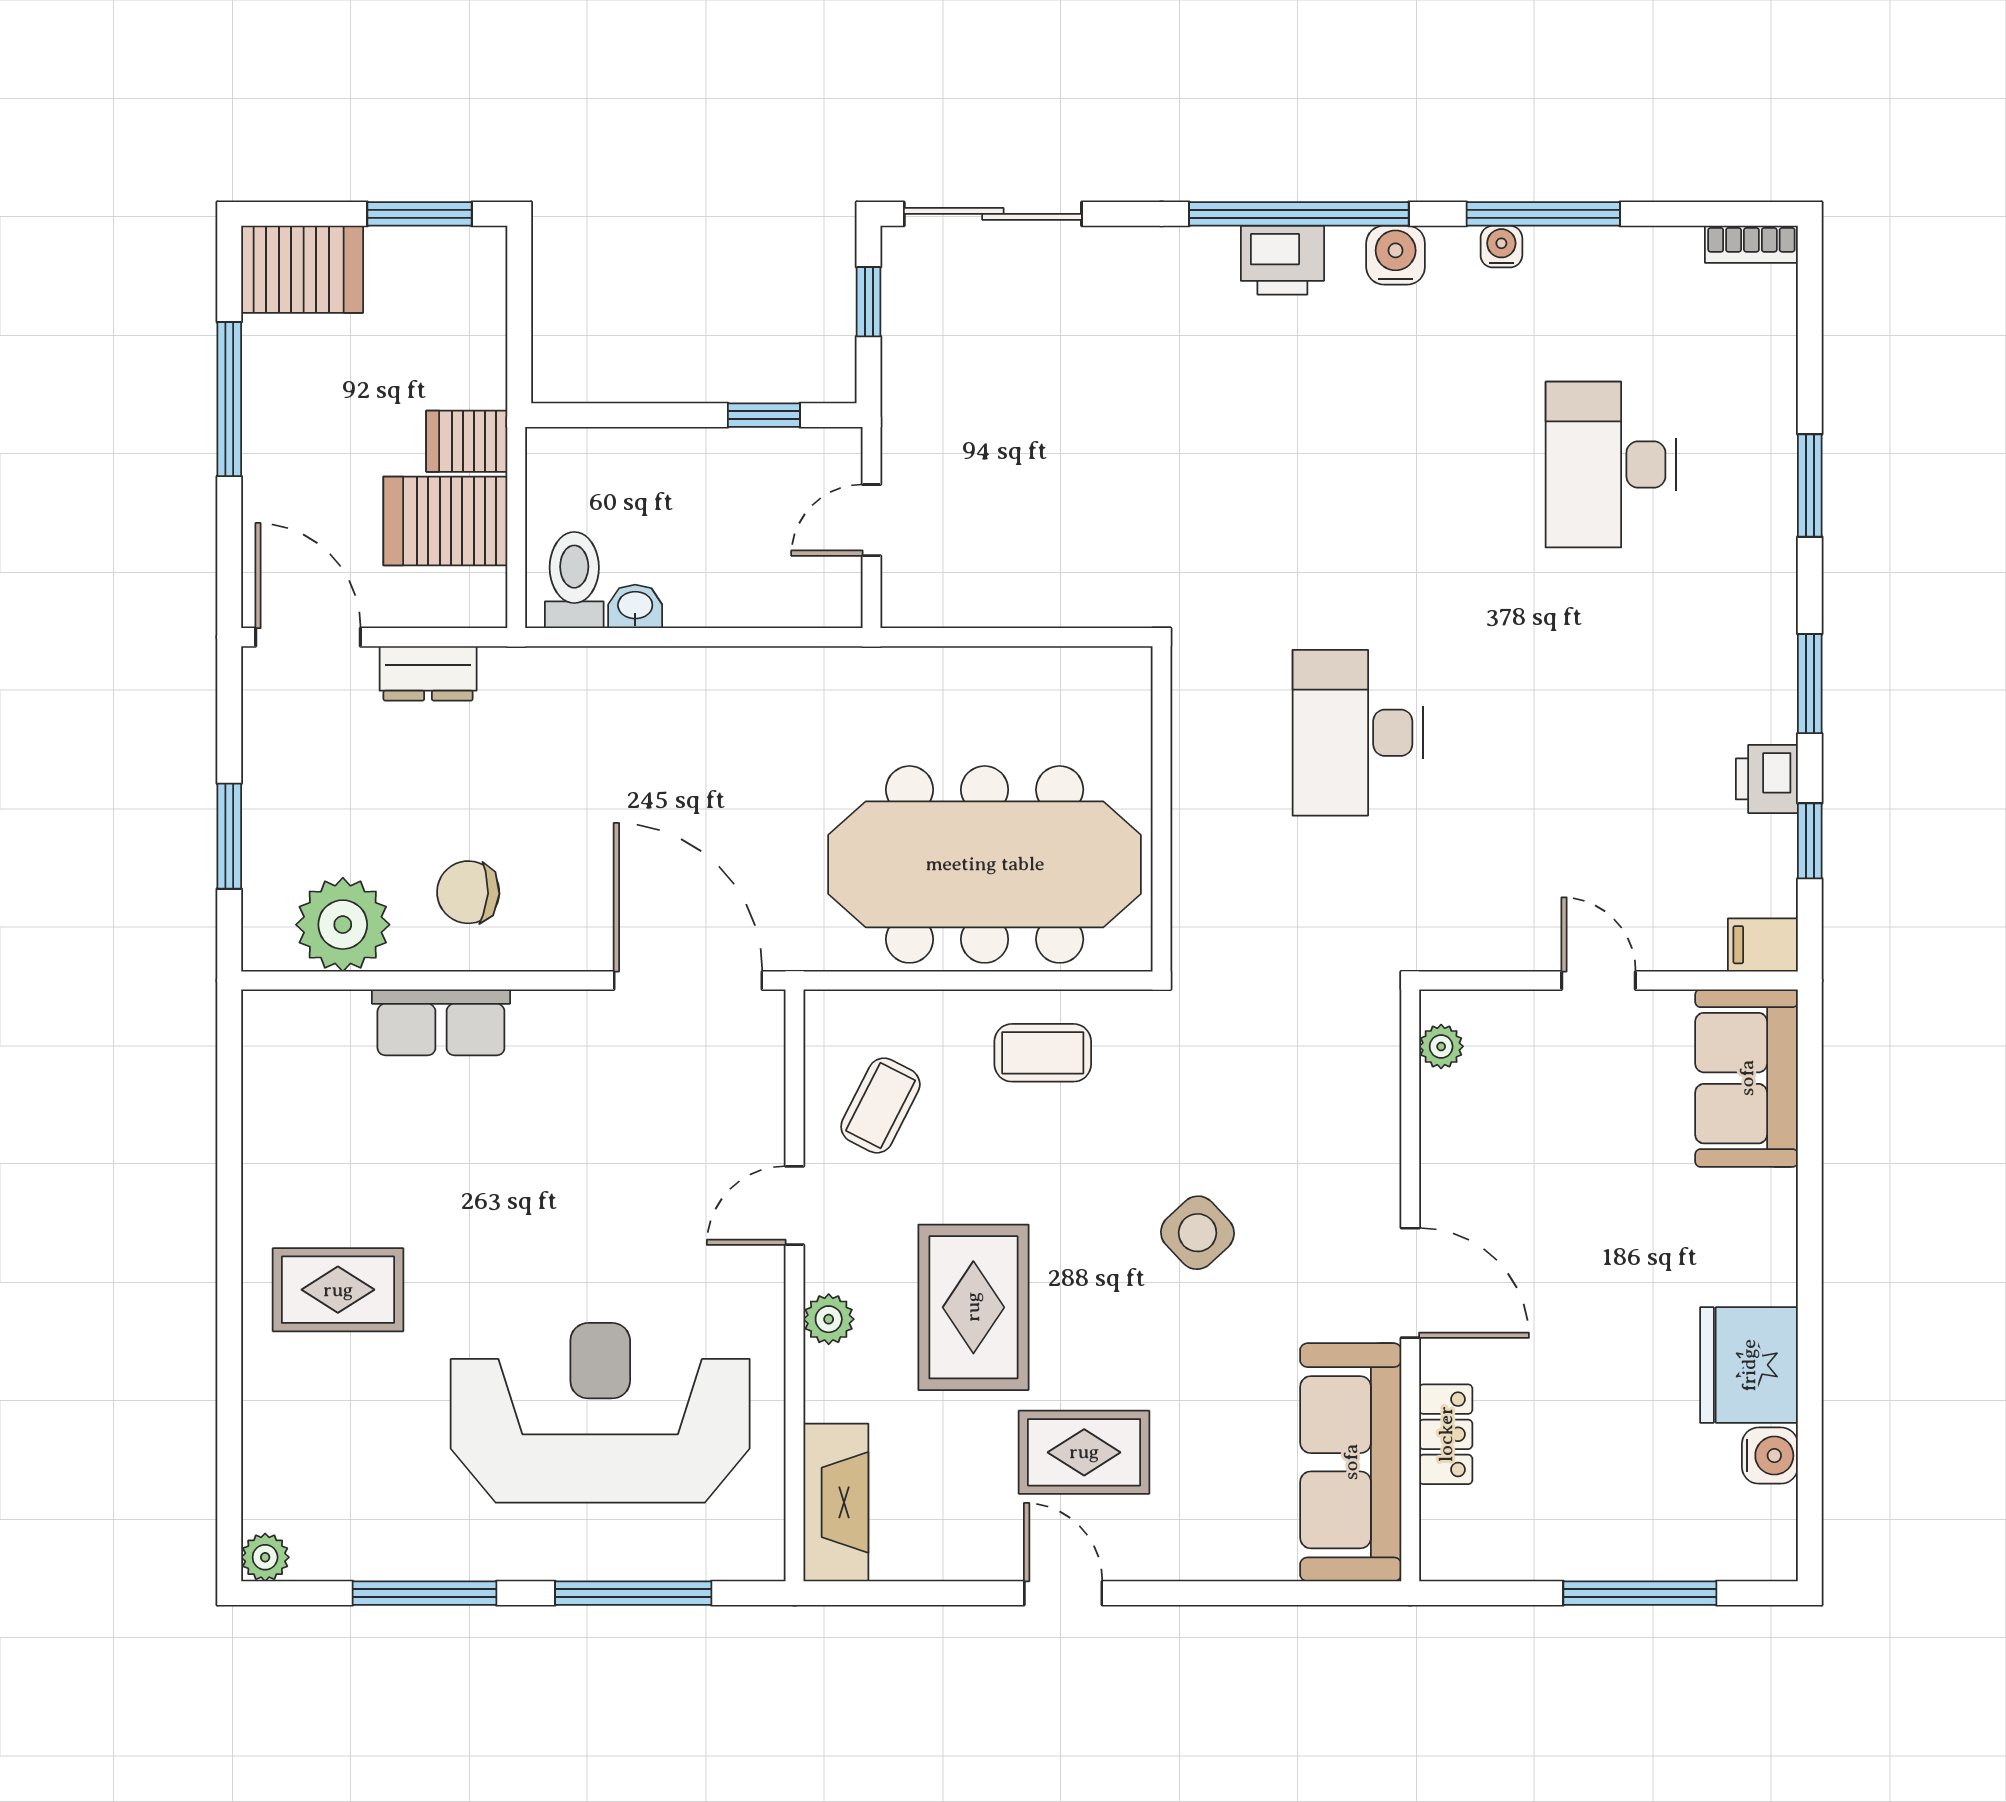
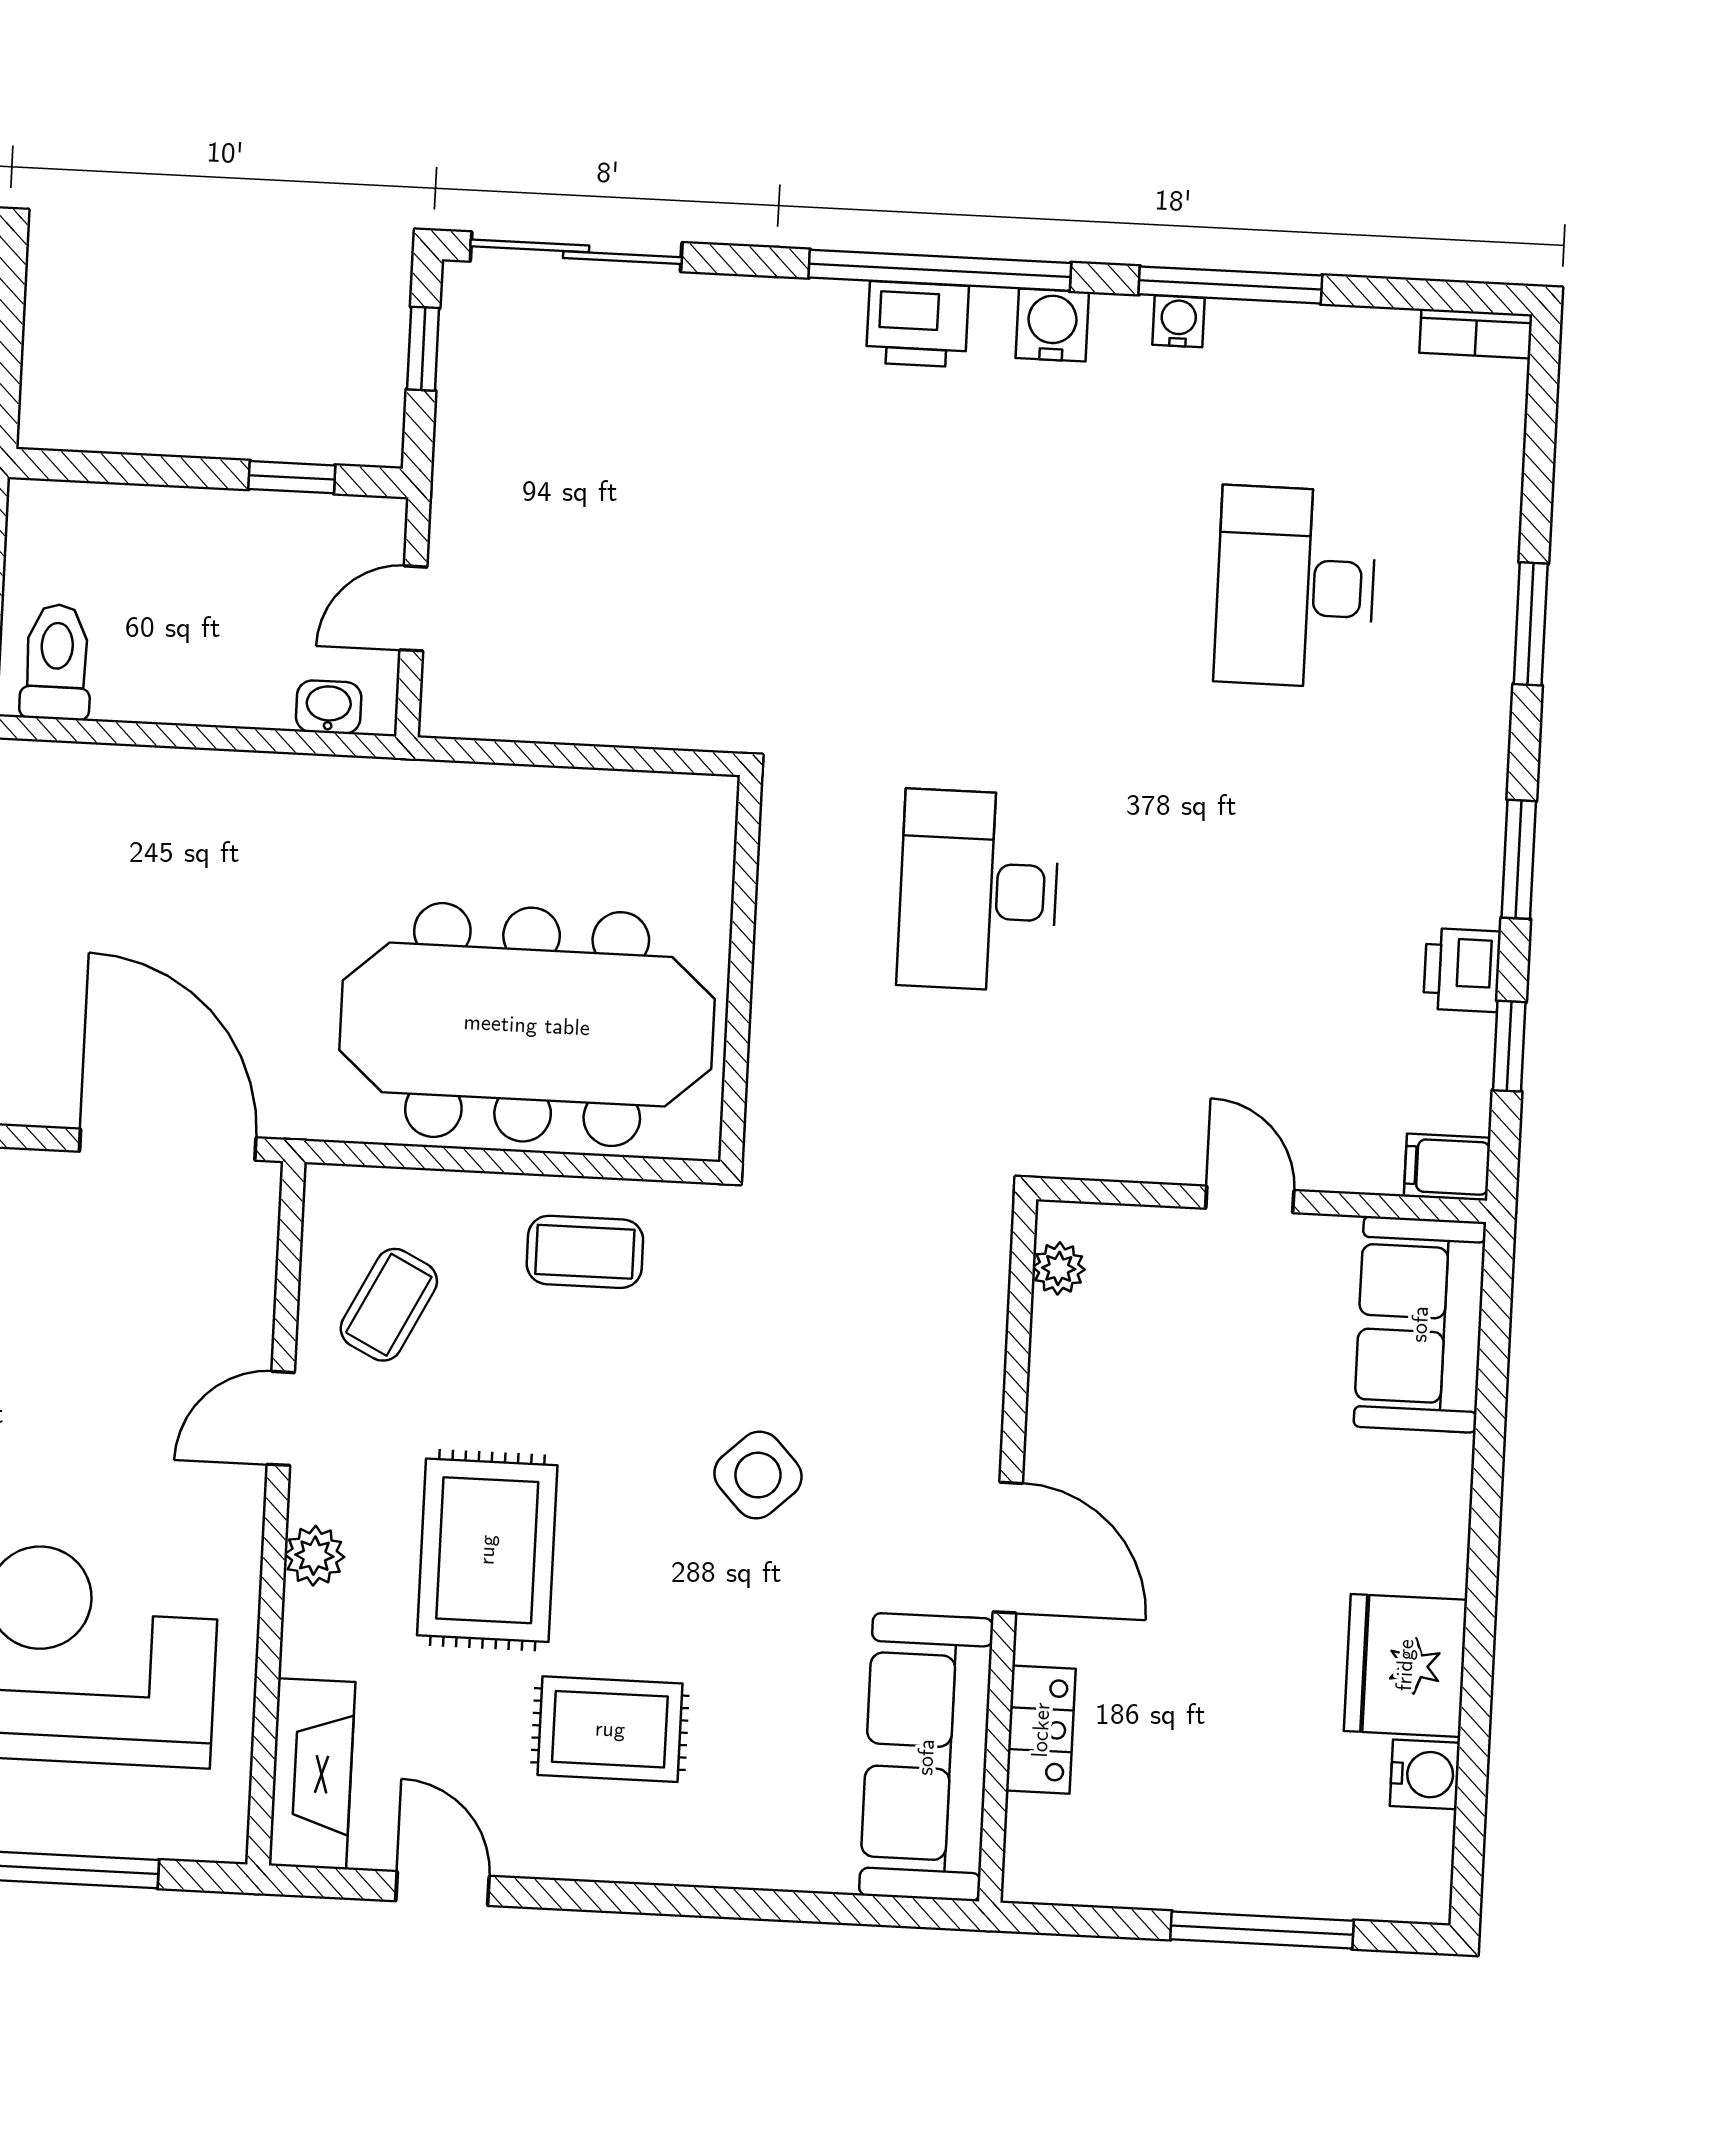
washbasin: (635, 606) -> (329, 707), moved
door: (1063, 1593) -> (442, 1889), moved

